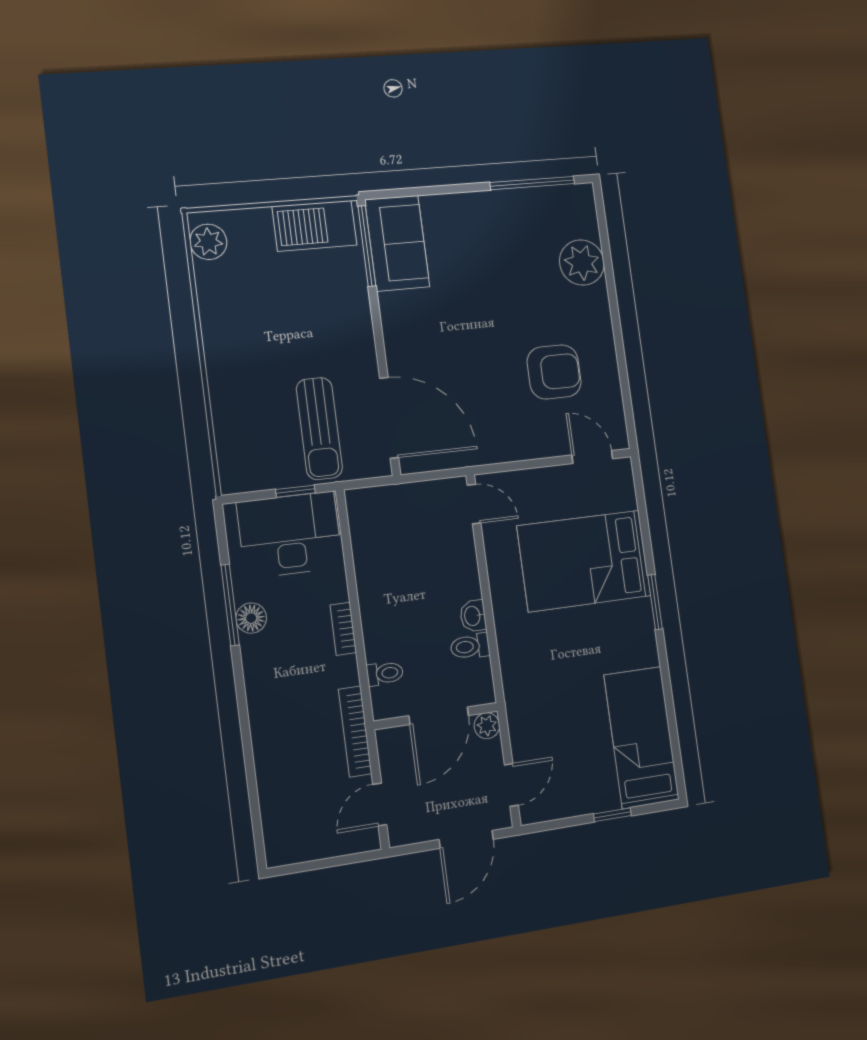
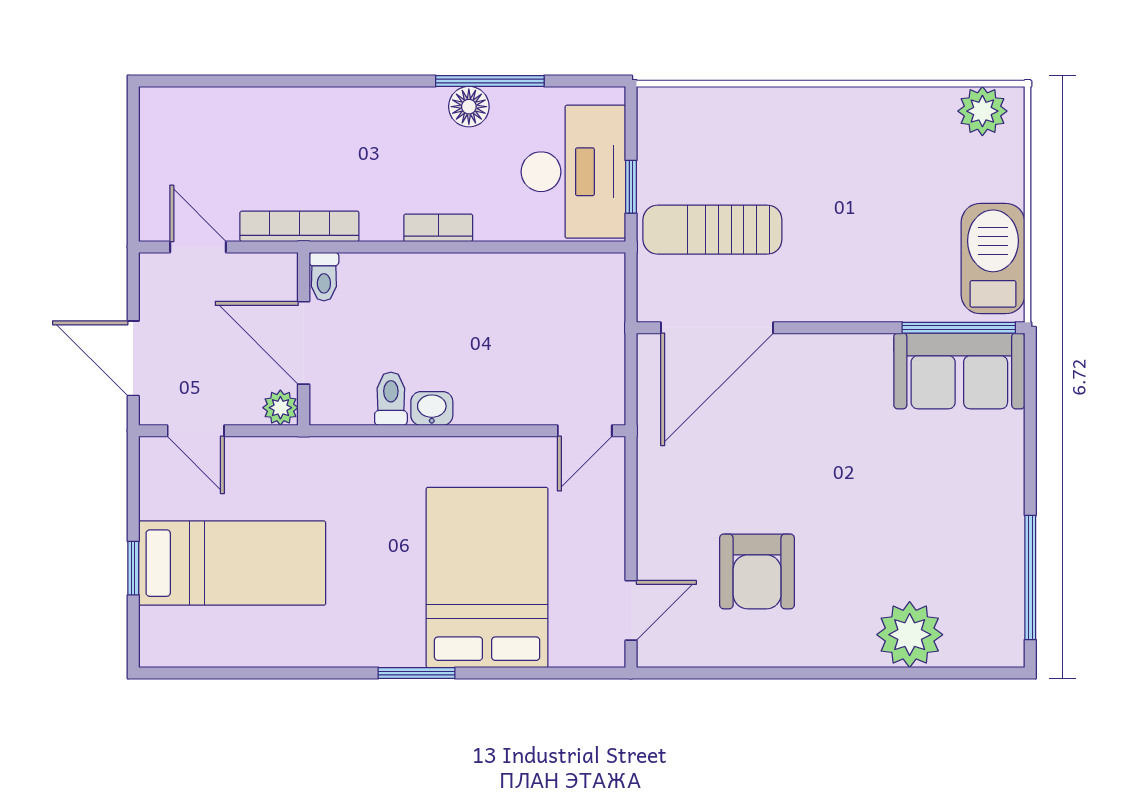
toilet: (385, 673) -> (324, 277), moved
bed: (642, 737) -> (232, 563), moved

